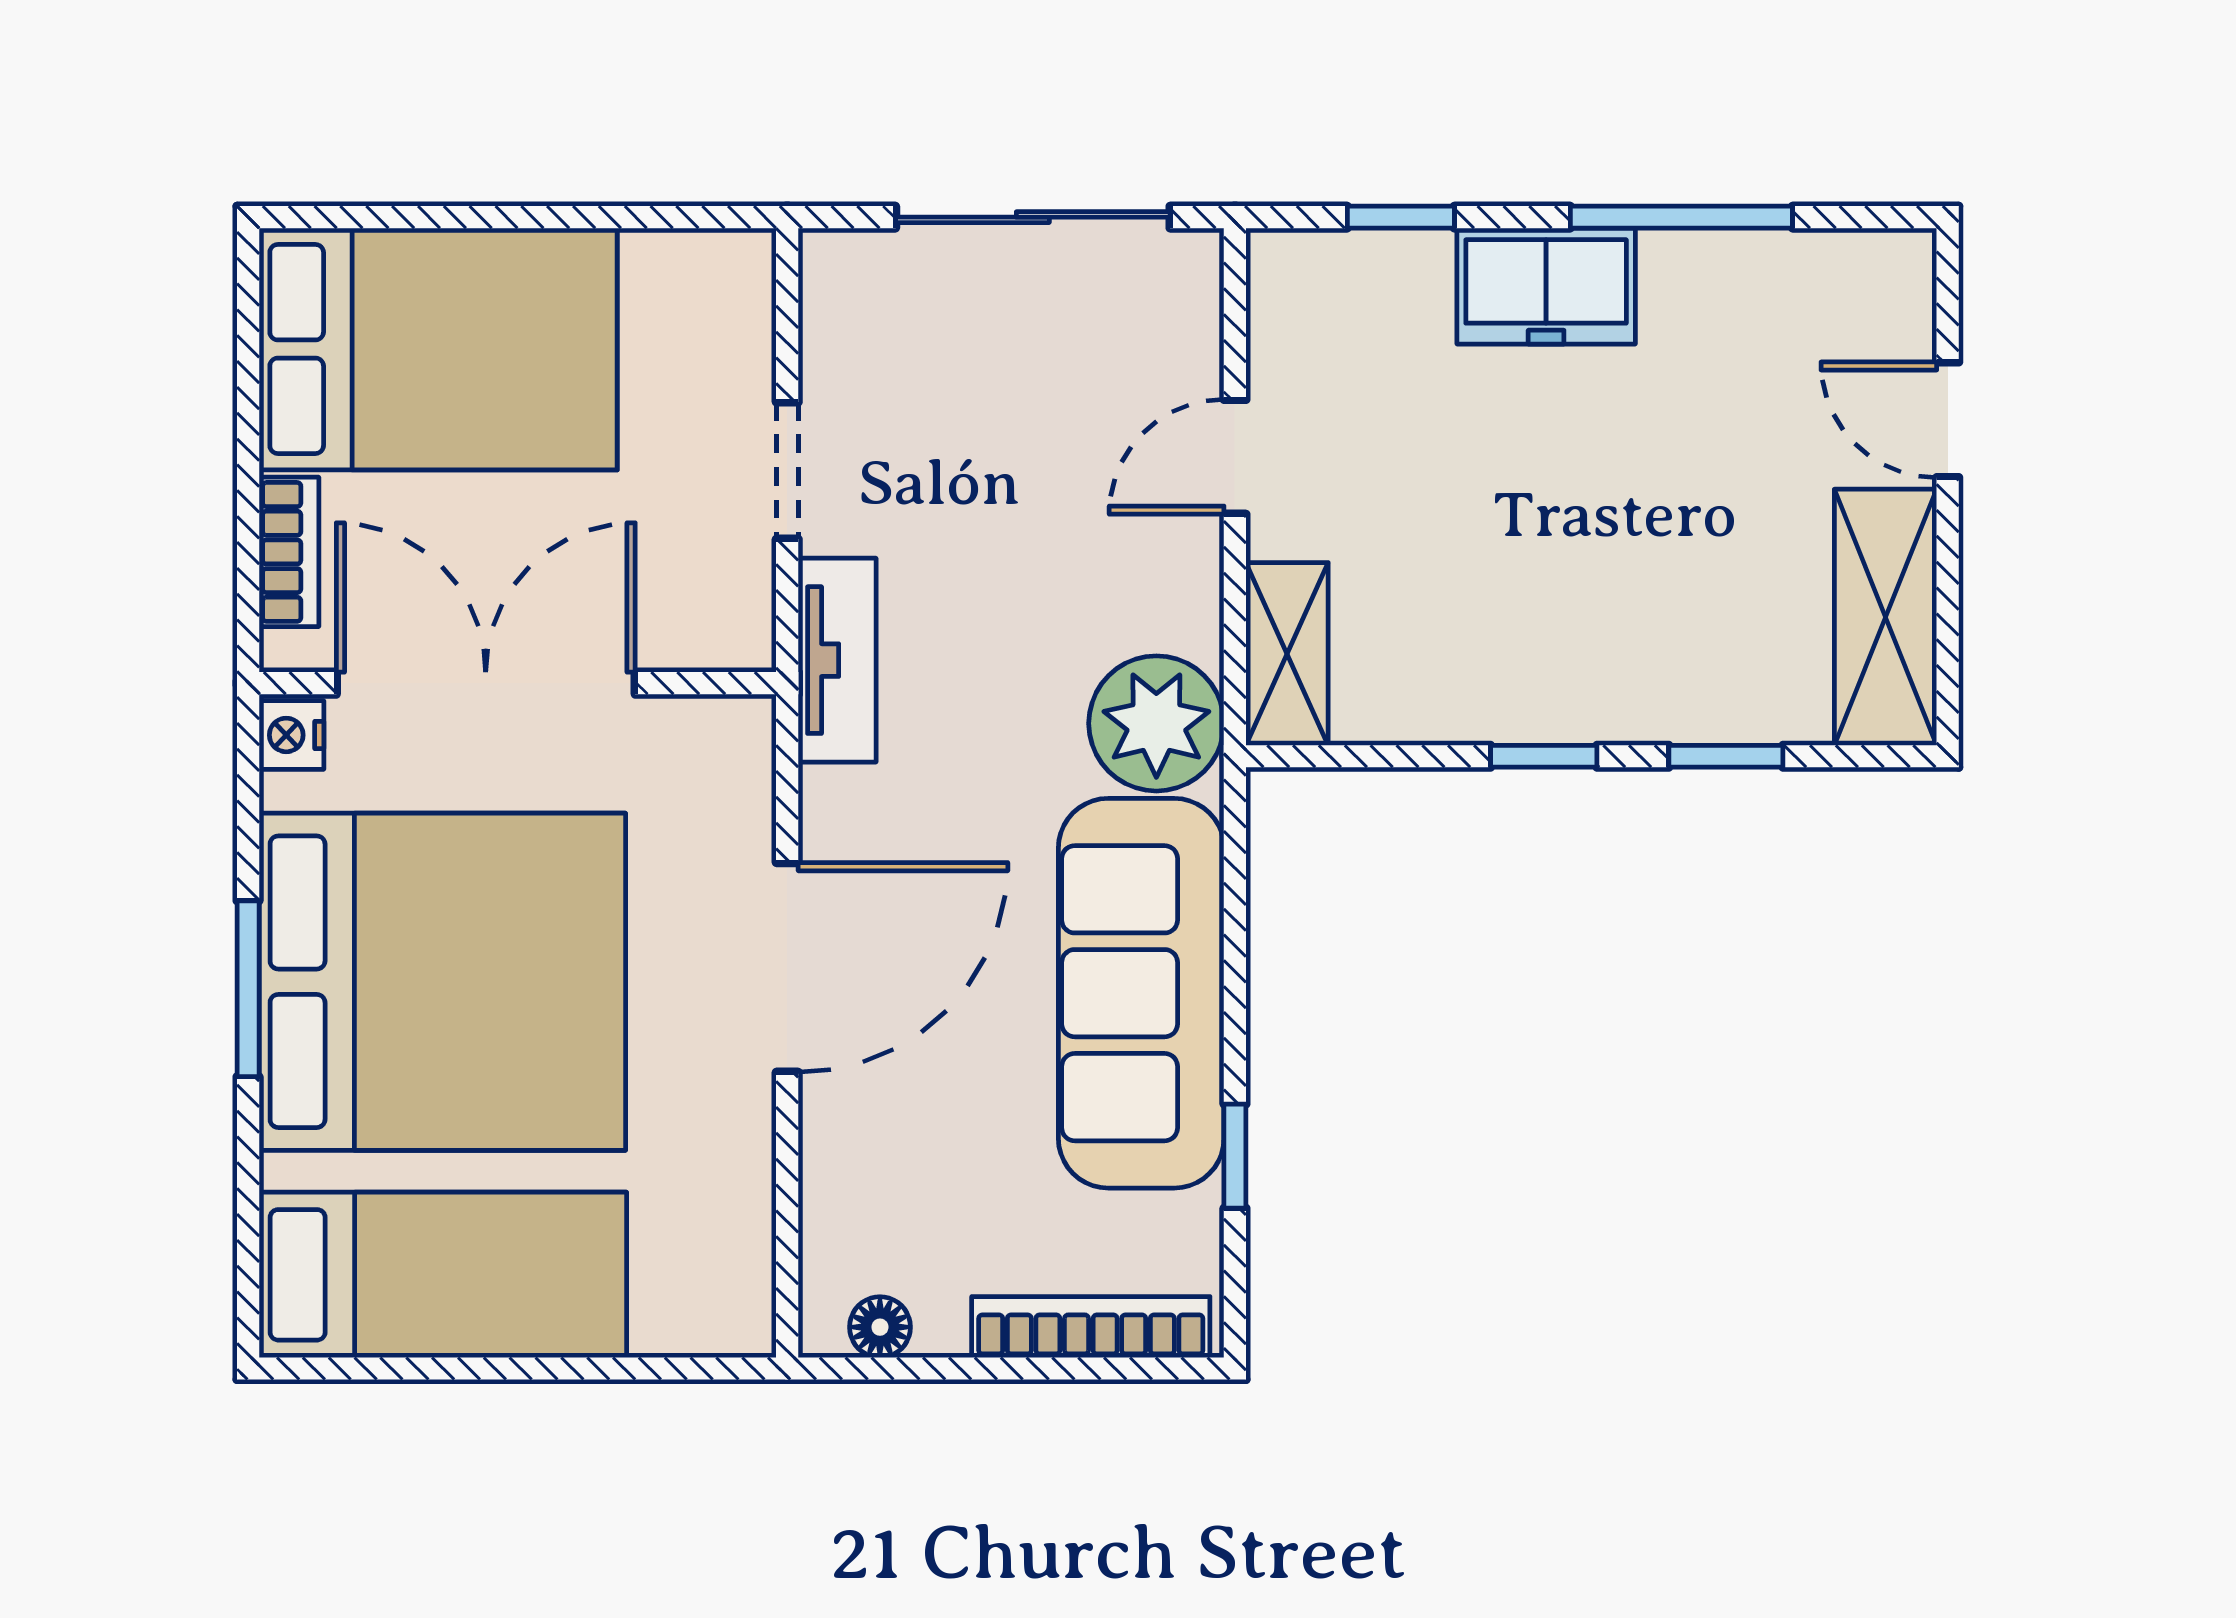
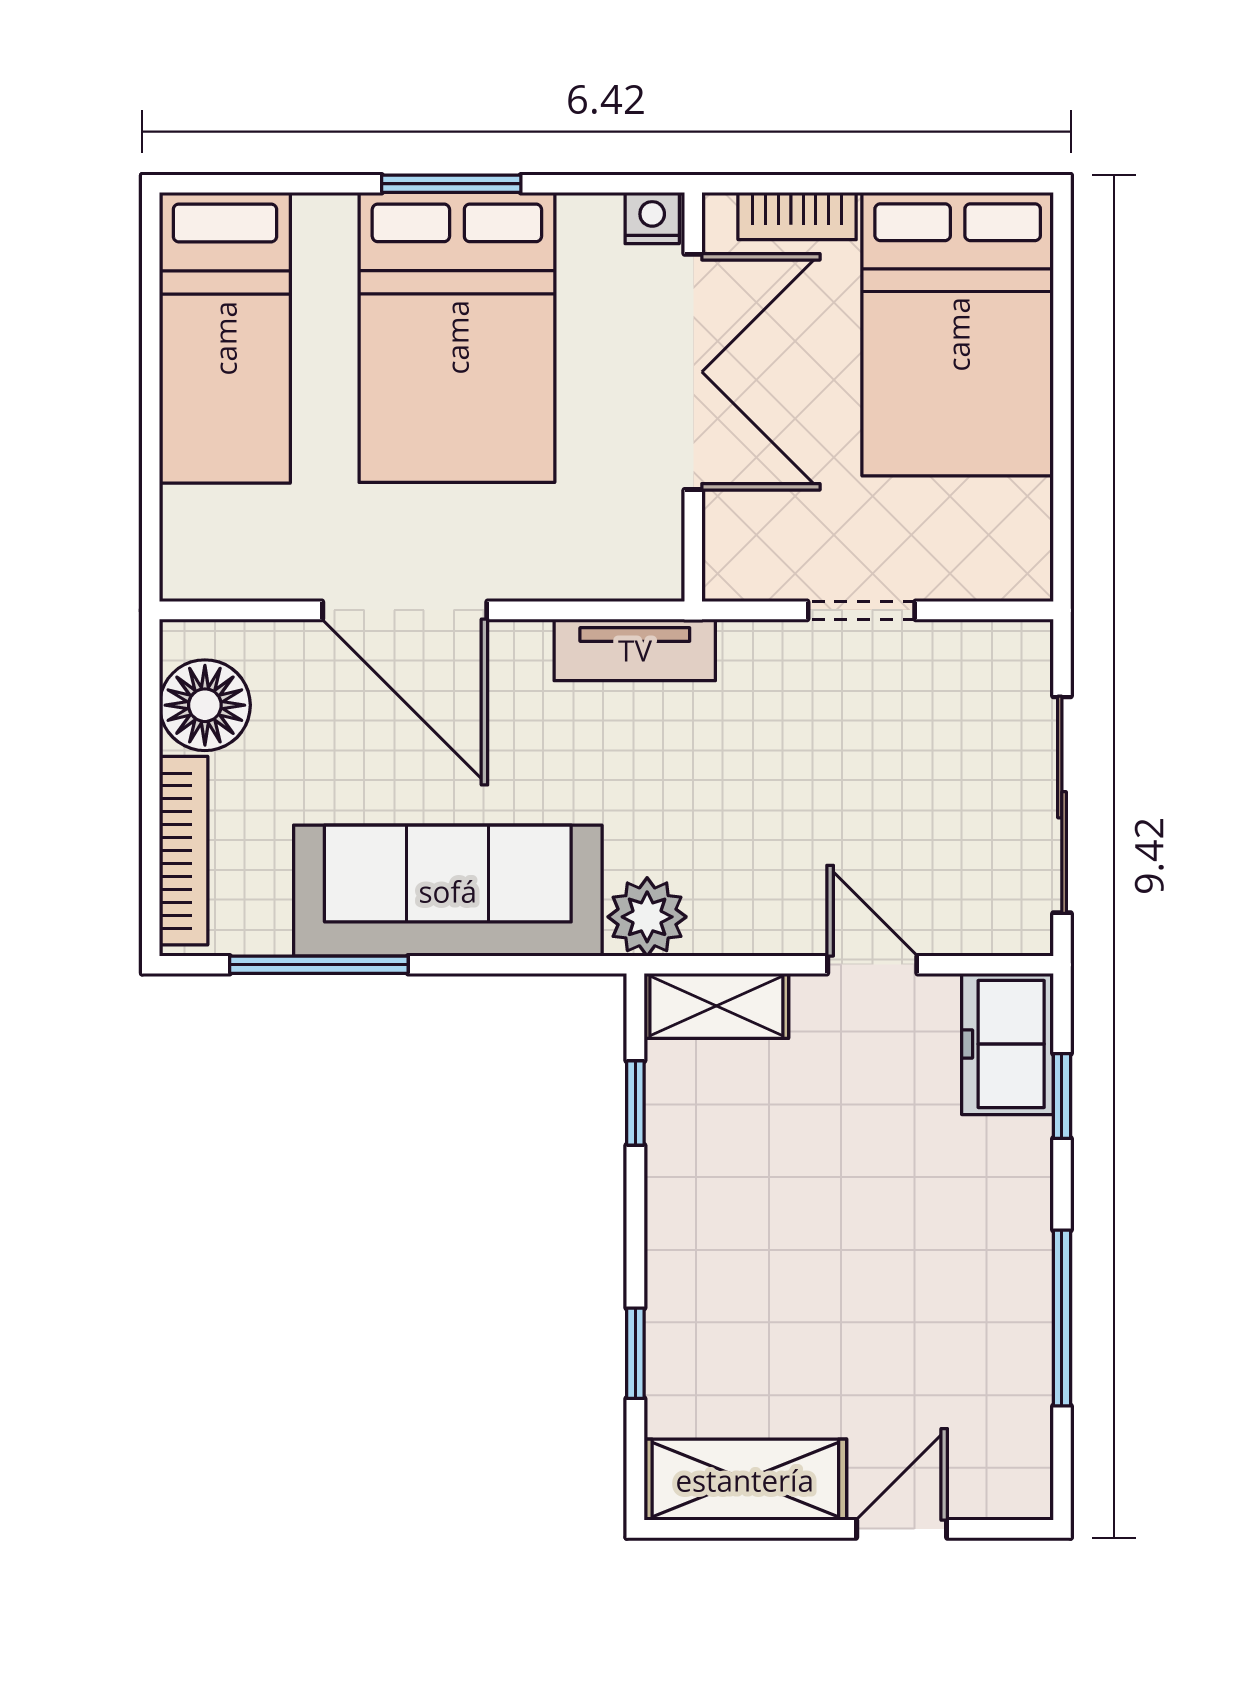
freezer: (1546, 286) -> (1007, 1044), moved
tv unit: (837, 660) -> (635, 650), moved
plant: (1156, 723) -> (647, 917), width x0.73, depth x0.73
window: (1544, 756) -> (635, 1103), moved
door: (787, 967) -> (405, 610), moved
bed: (442, 982) -> (457, 337), width x0.73
window: (1235, 1156) -> (319, 965), width x2.17
floor lamp: (880, 1327) -> (205, 705), width x1.89, depth x1.89

